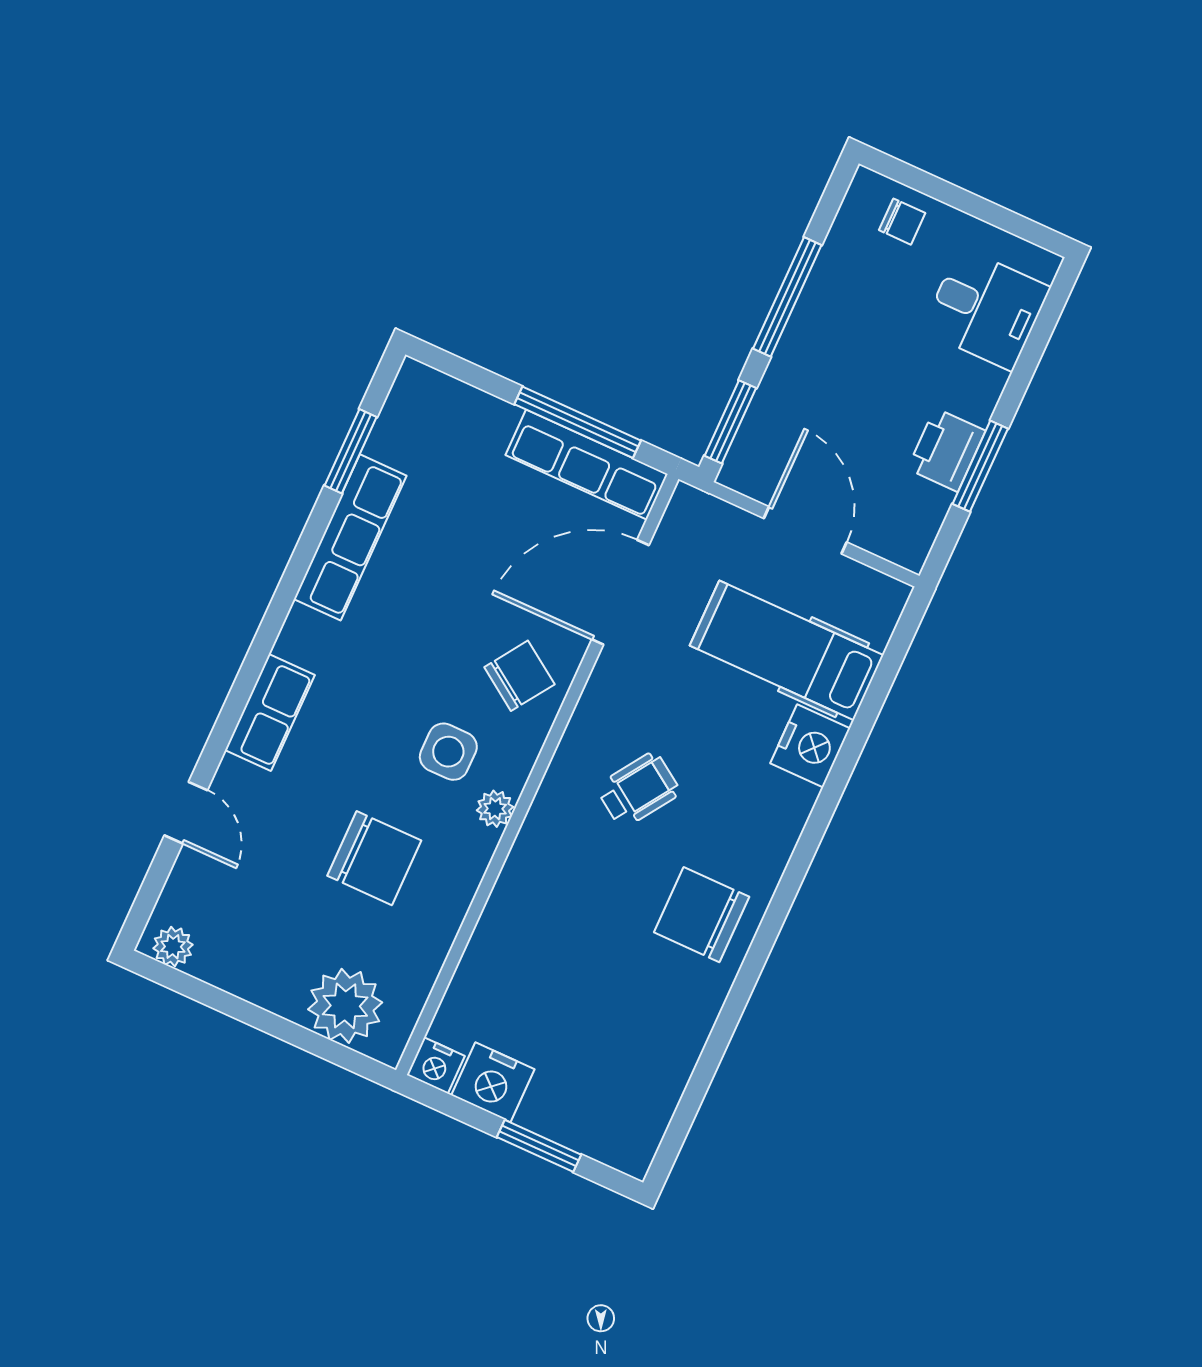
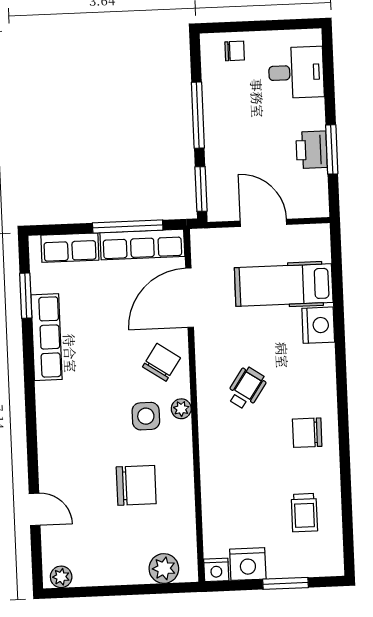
row of seats: (270, 712) -> (70, 248), moved, turned 90
plant: (495, 809) -> (181, 409), moved
chair: (702, 915) -> (307, 433), width x0.73, depth x0.73
plant: (345, 1006) -> (164, 569), width x0.73, depth x0.73
trolley: (630, 1045) -> (304, 513), added

